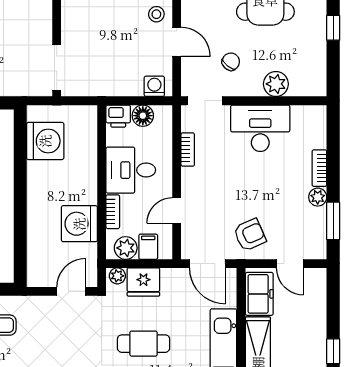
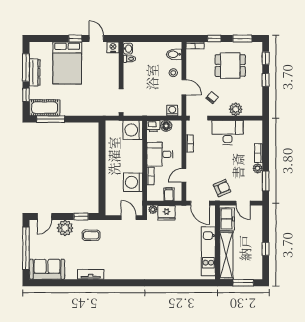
washing machine: (45, 141) -> (133, 130), moved, turned 180
plant: (126, 248) -> (157, 195), removed
door: (71, 291) -> (129, 218), hinge flipped
cafe table: (144, 344) -> (167, 245), removed

